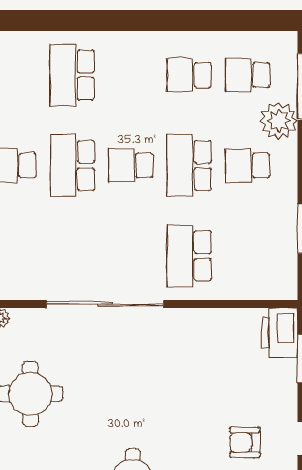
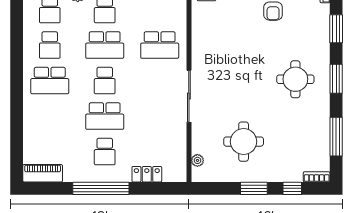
school desk: (72, 75) -> (50, 81), moved
sliding door: (105, 304) -> (189, 96), width x0.73

